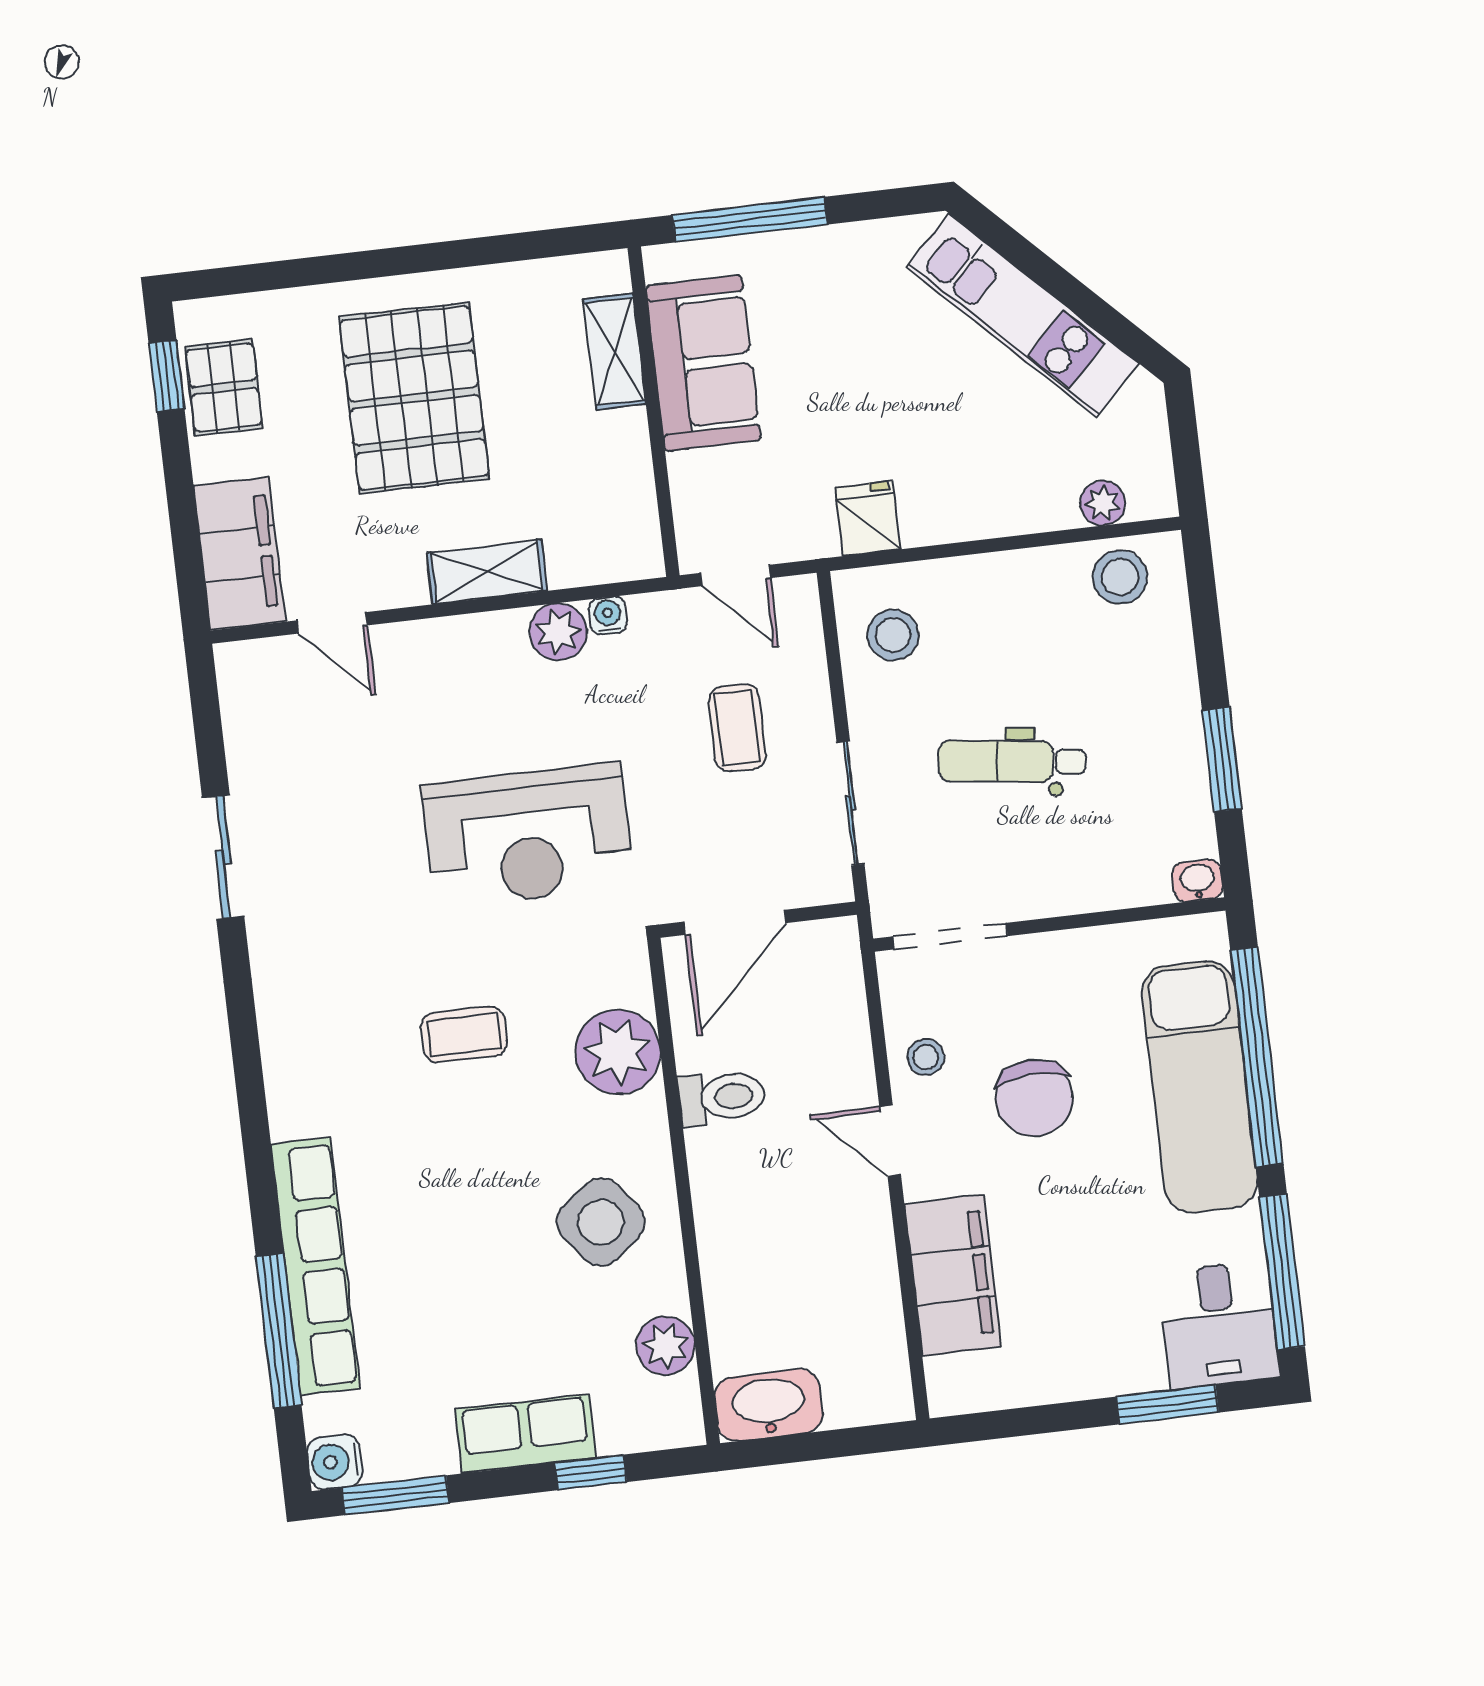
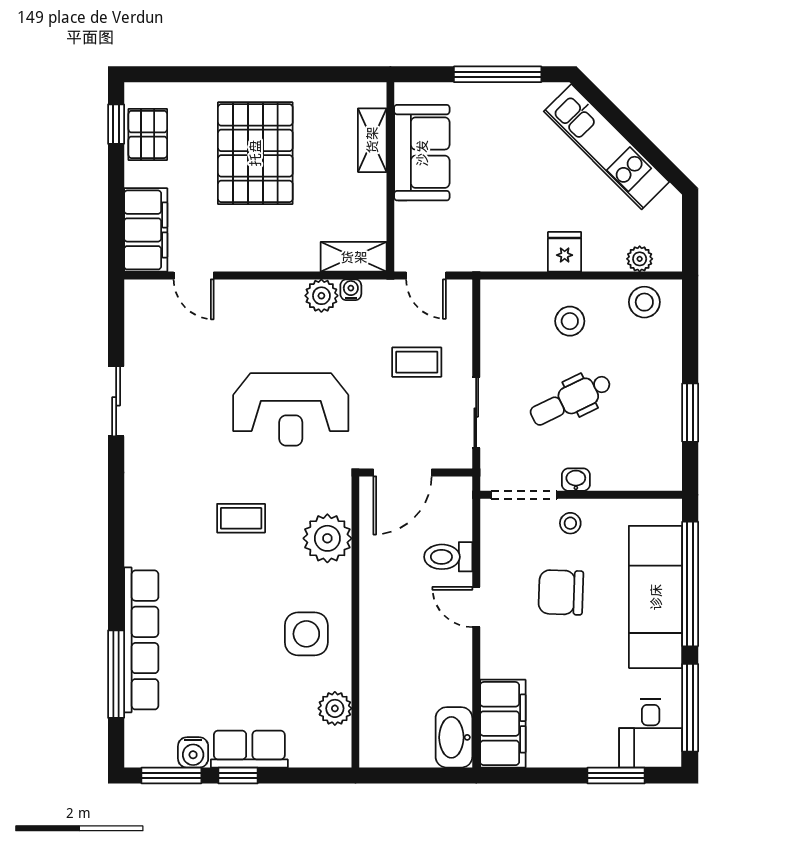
window: (750, 220) -> (498, 74), moved
fridge: (868, 518) -> (565, 252), moved
shelving: (487, 572) -> (354, 257), moved
stool: (893, 635) -> (570, 321), moved
coffee table: (737, 728) -> (417, 362), turned 90
dental chair: (1012, 761) -> (571, 400), turned -33
washbasin: (1197, 881) -> (576, 480), moved
stool: (926, 1057) -> (570, 523), moved
toilet: (722, 1097) -> (448, 557), moved, turned 180
chair: (1034, 1098) -> (561, 592), turned 94
side table: (601, 1222) -> (306, 634), turned 38
filing cabinet: (953, 1275) -> (503, 724), moved
washbasin: (768, 1405) -> (454, 737), moved, turned -90
water cooler: (335, 1462) -> (193, 752), moved, turned -90
window: (591, 1472) -> (238, 775), moved

